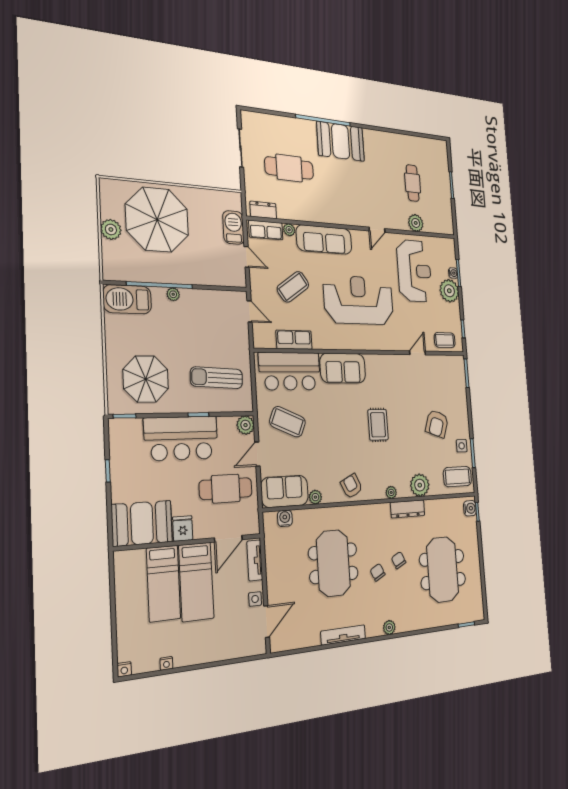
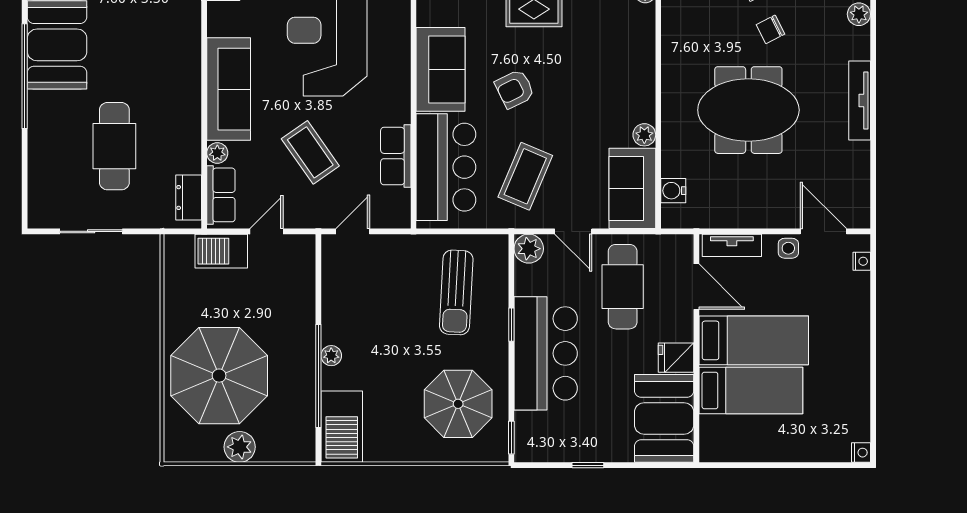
armchair: (352, 486) -> (515, 89), moved
nightstand: (166, 663) -> (862, 261), moved

